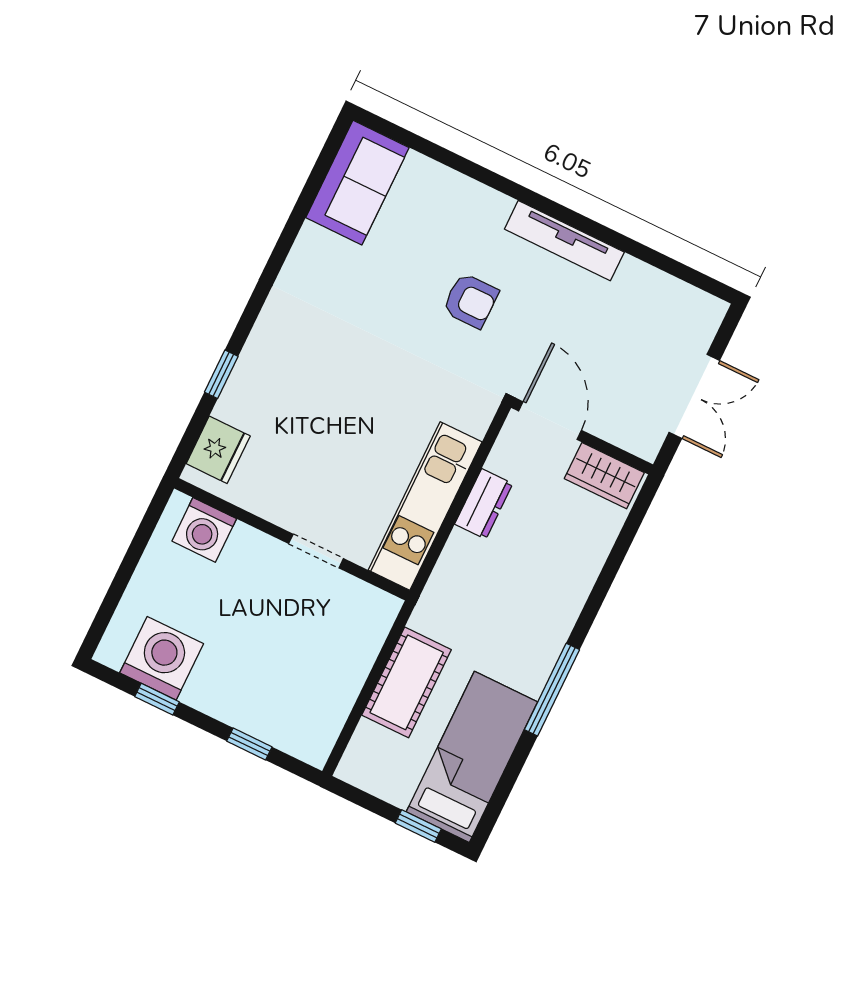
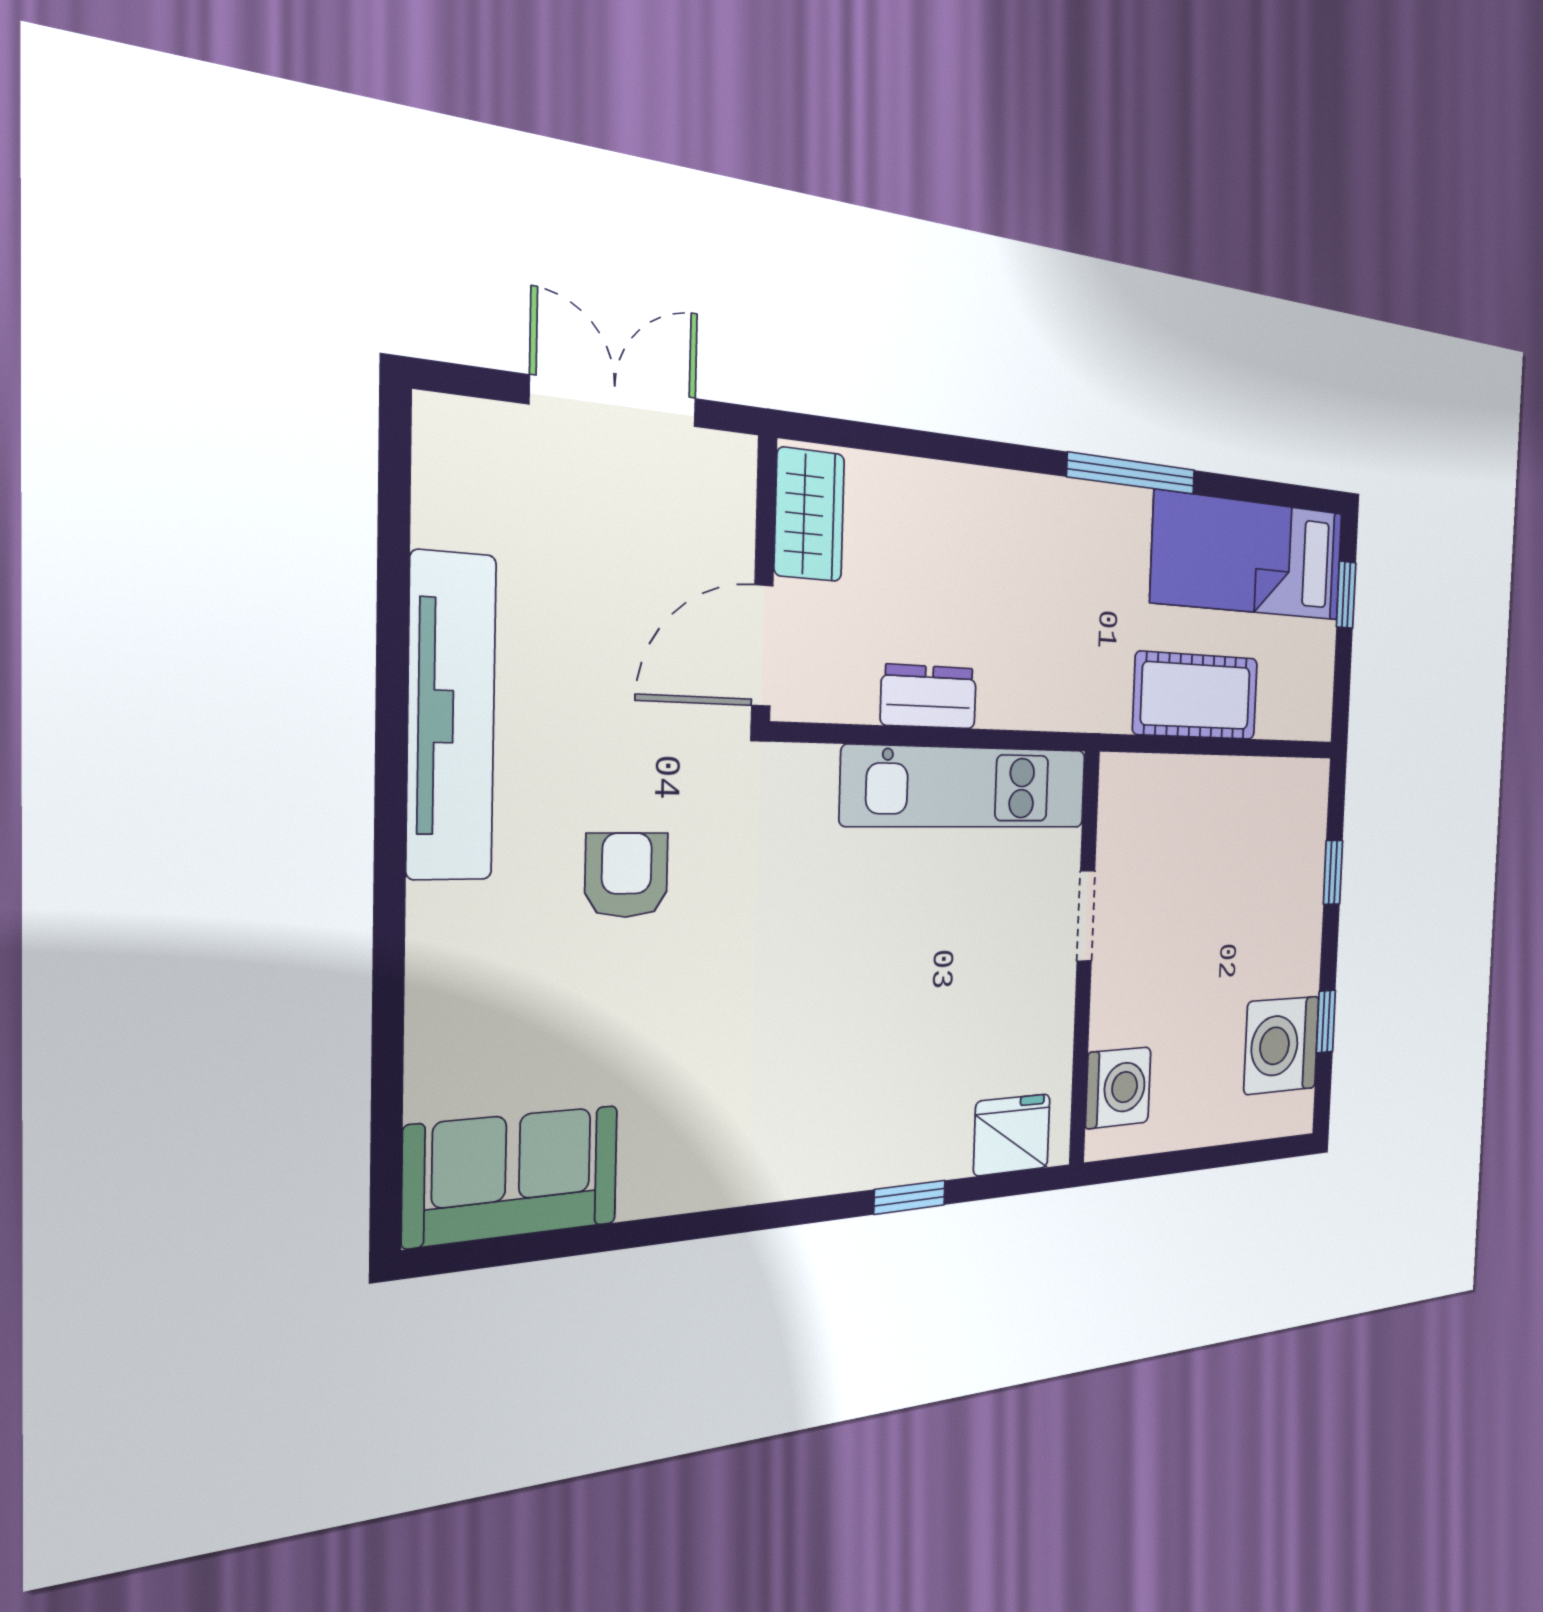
tv unit: (564, 241) -> (451, 717), width x1.36, depth x1.29

